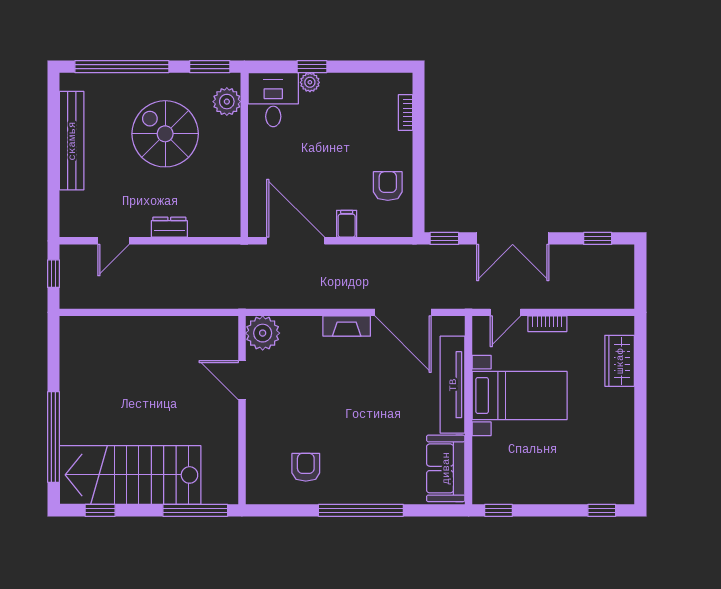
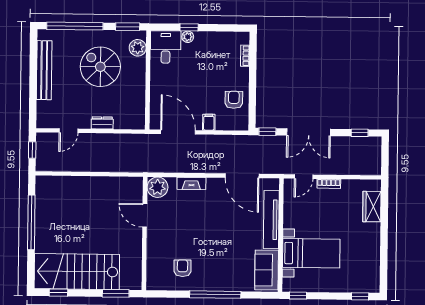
fireplace: (347, 326) -> (191, 183), moved
bed with nightstands: (520, 395) -> (311, 253), moved
window: (53, 437) -> (31, 222), moved
window: (195, 510) -> (116, 293), width x0.69

